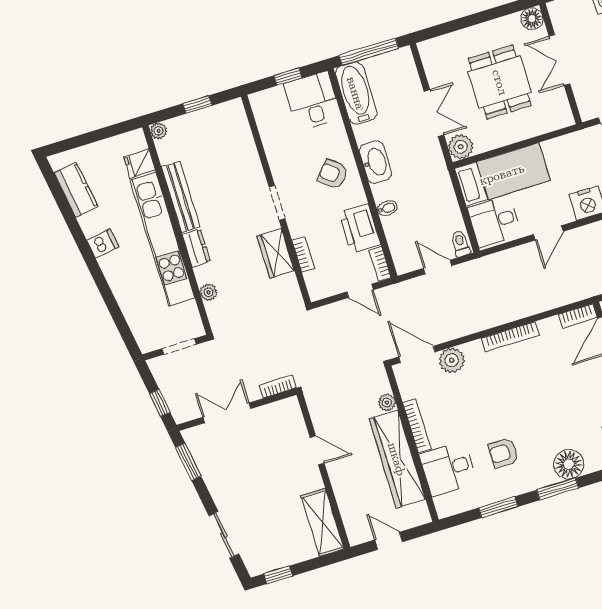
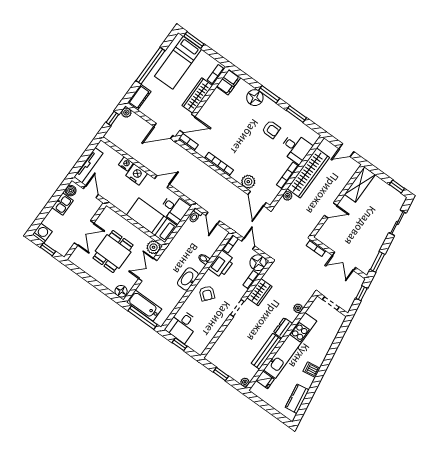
floor lamp: (532, 19) -> (121, 291), moved
bathtub: (356, 93) -> (144, 306), moved, turned 90
floor lamp: (321, 284) -> (258, 263), added
door: (317, 450) -> (331, 210), swing flipped
door: (389, 541) -> (346, 150), hinge flipped

